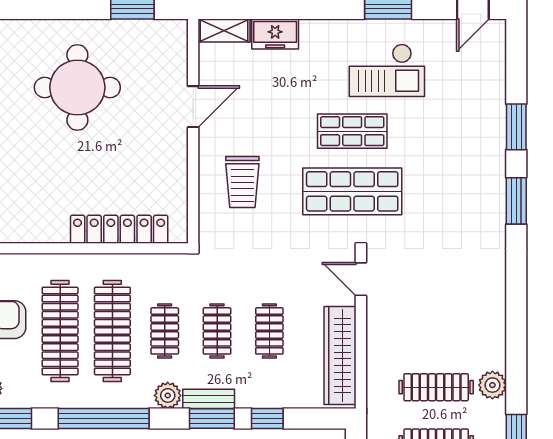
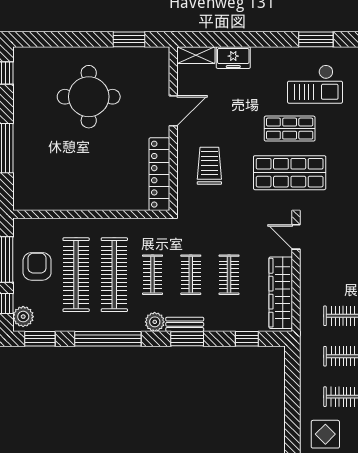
trolley: (242, 182) -> (209, 166), turned 180
locker: (119, 229) -> (159, 174), moved, turned -90
window: (267, 419) -> (247, 339), moved

